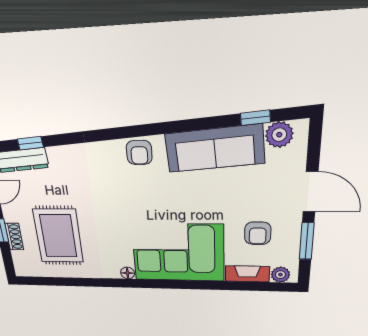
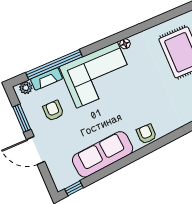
window: (255, 118) -> (74, 188), moved
plant: (279, 135) -> (70, 177), removed
window: (229, 286) -> (54, 65), added

